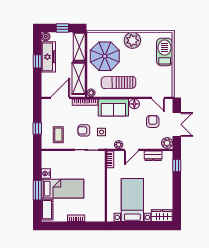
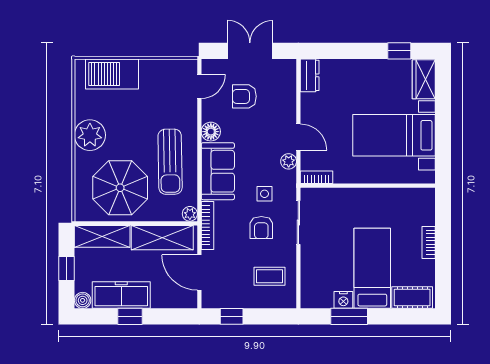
window: (37, 128) -> (232, 316), moved
plant: (167, 143) -> (285, 69), removed
dresser: (153, 156) -> (310, 75), moved
window: (177, 166) -> (399, 51), moved
window: (37, 190) -> (349, 316), moved

